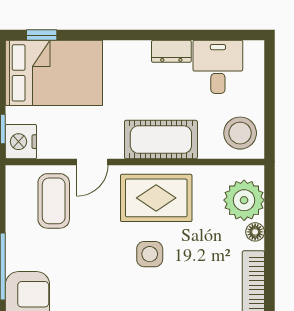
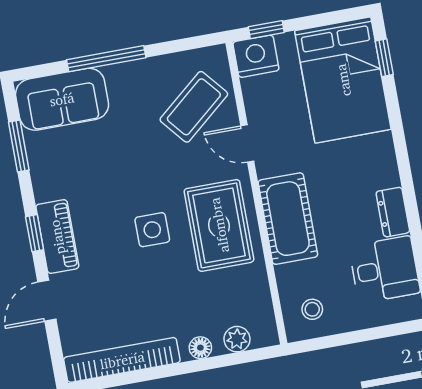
stool: (240, 133) -> (312, 309), width x0.53, depth x0.53
plant: (244, 200) -> (237, 339), width x0.53, depth x0.53
coffee table: (54, 201) -> (194, 107), turned -40

